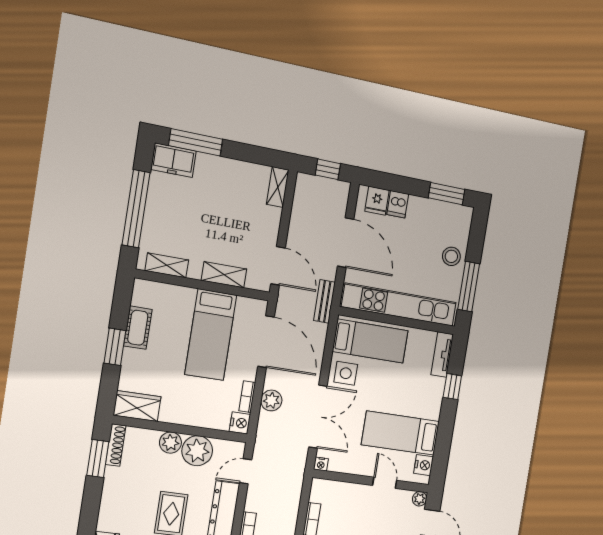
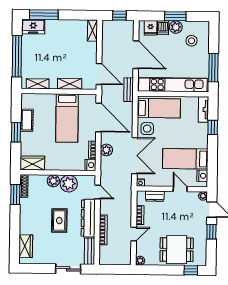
window: (447, 194) -> (175, 16), moved
plant: (419, 207) -> (176, 27), added
stool: (451, 256) -> (192, 41), moved
door: (246, 471) -> (98, 192), swing flipped
dresser: (341, 490) -> (155, 196), added

